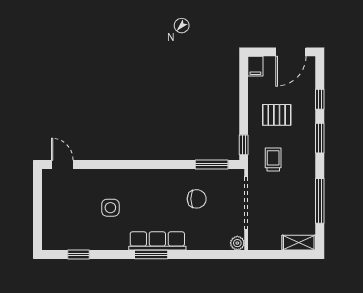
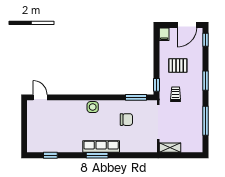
window: (320, 99) -> (206, 40), moved
side table: (110, 208) -> (93, 107), moved
plant: (237, 243) -> (153, 148), removed
shelving: (299, 243) -> (170, 148), moved

